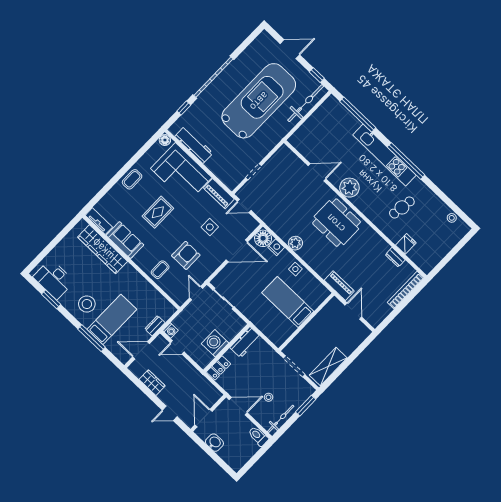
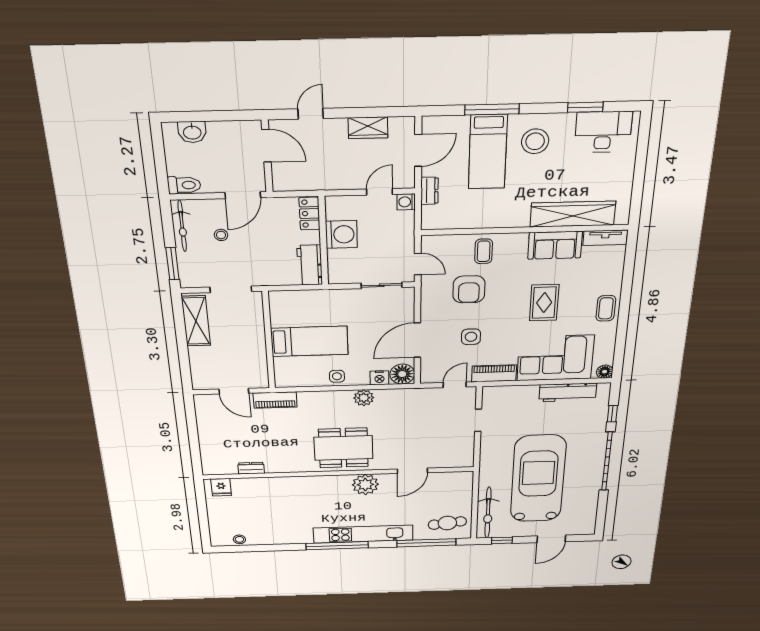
car: (259, 101) -> (538, 479), turned 180
cafe table: (402, 207) -> (447, 523), moved, turned 75
fridge: (406, 244) -> (221, 487), moved
bookcase: (406, 290) -> (206, 451), removed
washbasin: (214, 443) -> (192, 132), moved

